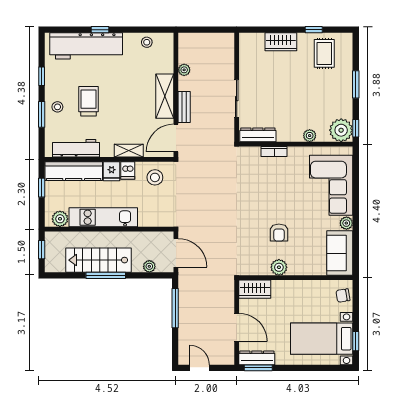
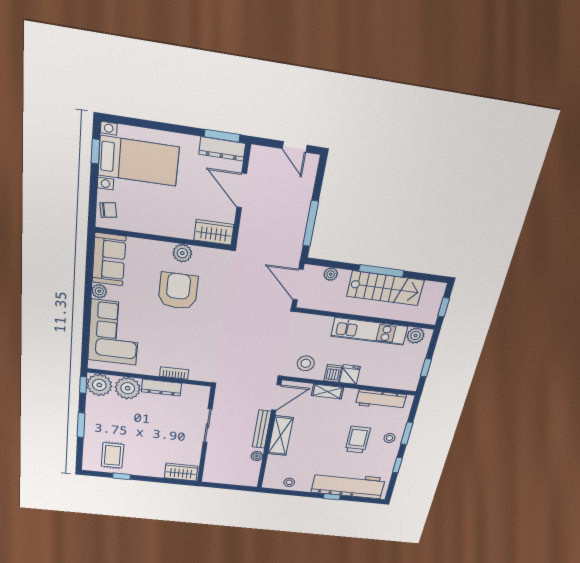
wardrobe: (281, 42) -> (181, 472), moved
trolley: (88, 101) -> (358, 440), turned 180
bench: (184, 107) -> (262, 429), width x1.36
dresser: (258, 135) -> (162, 388), moved
plant: (310, 136) -> (128, 388), width x1.87, depth x1.87
kitchen counter: (74, 171) -> (389, 379), removed
armchair: (279, 233) -> (178, 291), width x1.88, depth x1.88

